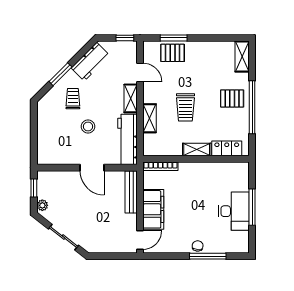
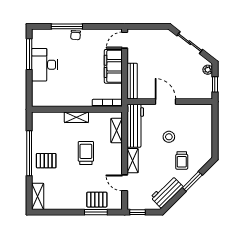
shelving: (149, 118) -> (117, 131), moved
locker: (227, 148) -> (51, 118), removed
window: (252, 207) -> (29, 54), moved

